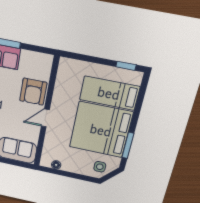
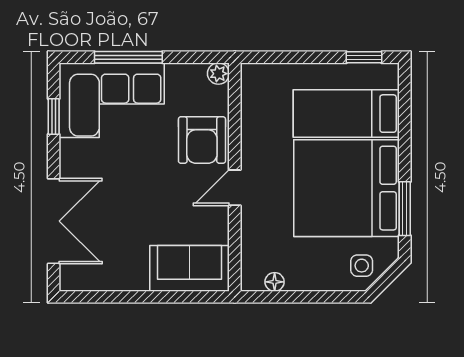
plant: (47, 60) -> (218, 74), added

